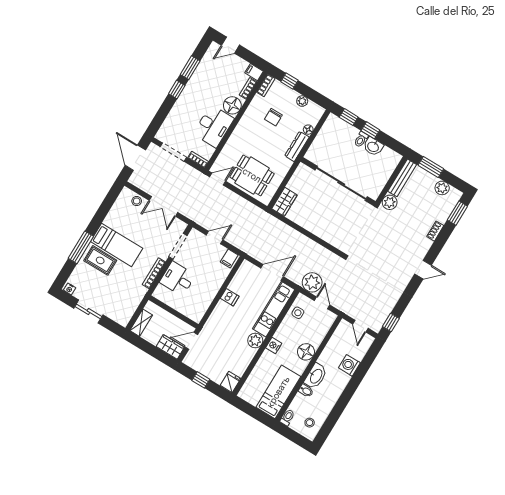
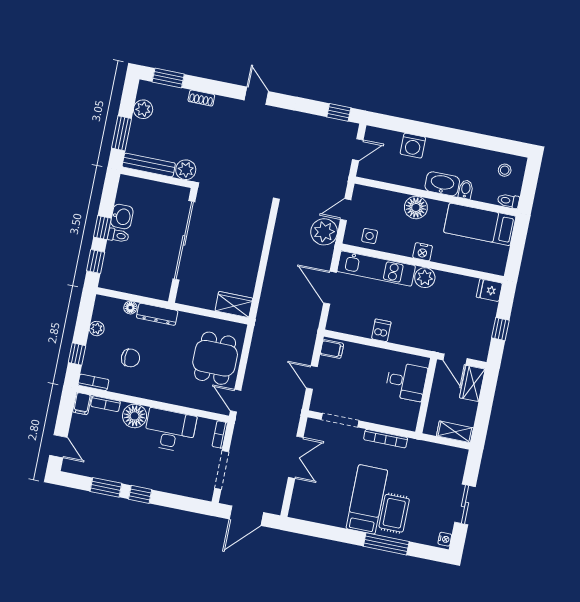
stool: (137, 201) -> (301, 494), removed
desk: (178, 279) -> (406, 381), moved, turned -90

